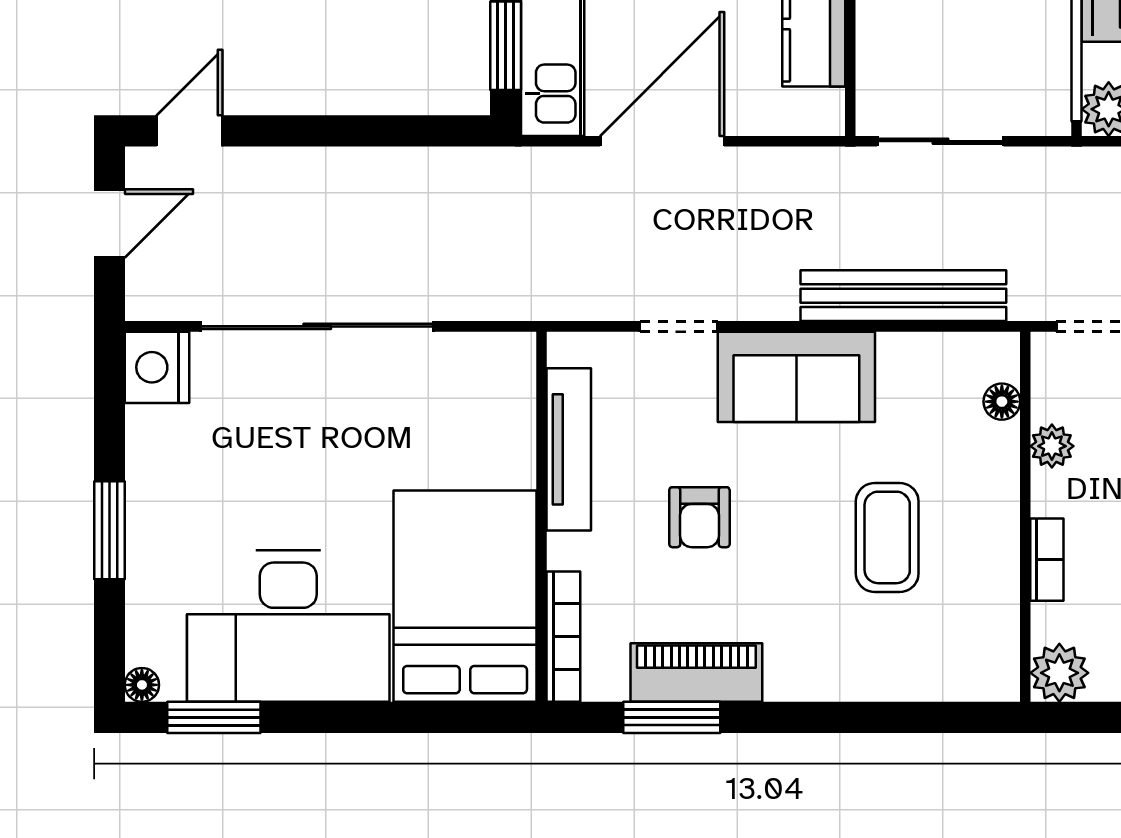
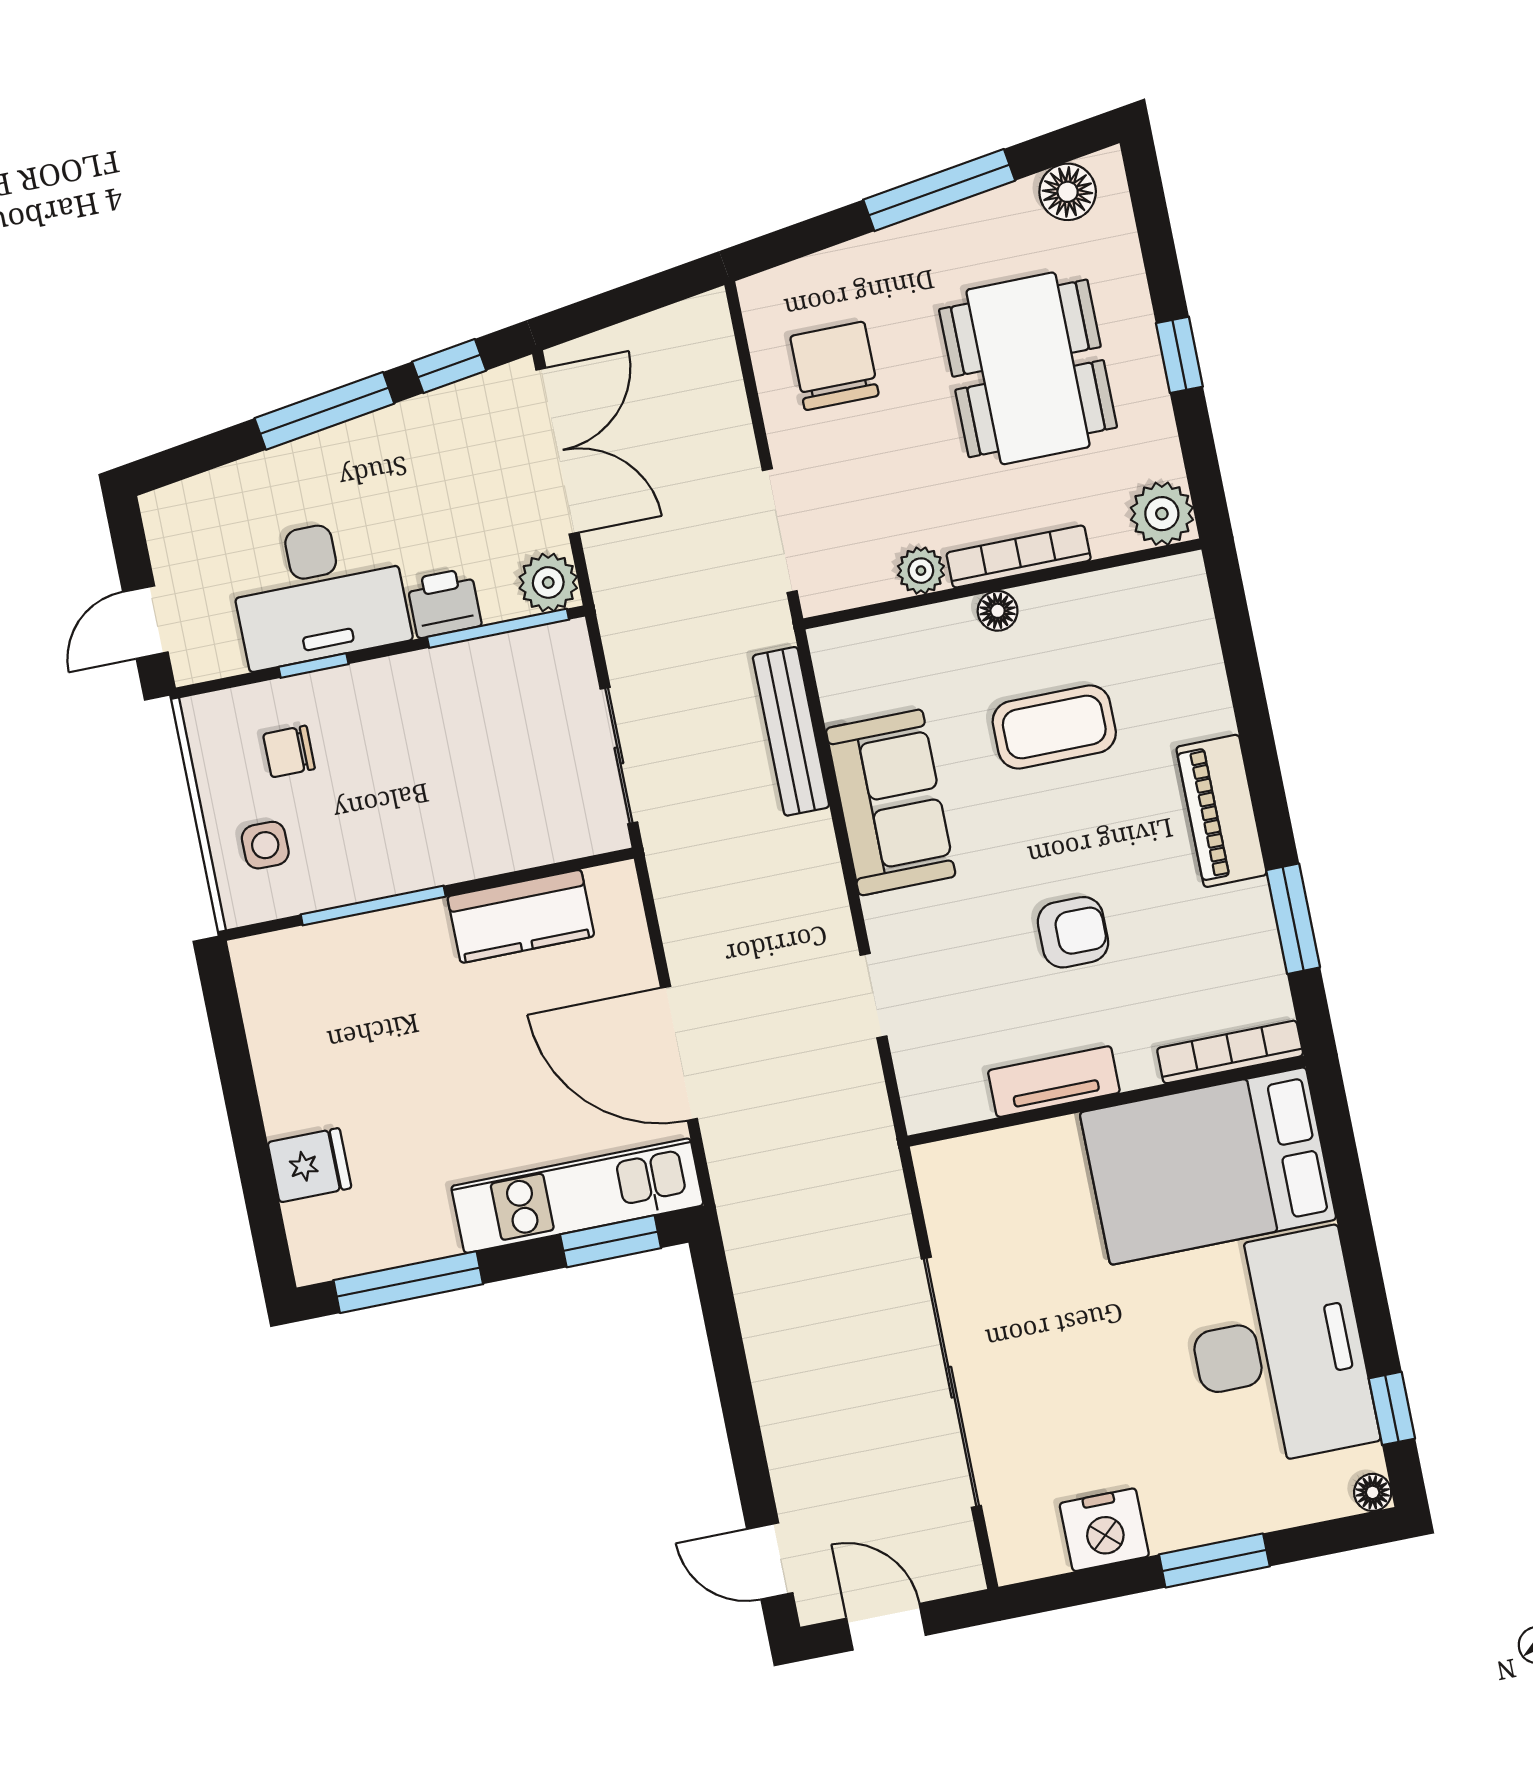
bench: (903, 296) -> (791, 731), width x0.73, depth x0.82
nightstand: (157, 367) -> (1104, 1530), moved
sofa: (796, 377) -> (891, 802), moved
floor lamp: (1002, 402) -> (998, 611), moved
tv unit: (569, 449) -> (1054, 1082), width x0.71
bookcase: (1047, 560) -> (1019, 557), width x1.56
piano: (696, 672) -> (1221, 811), moved
window: (214, 717) -> (1392, 1408), width x0.67

